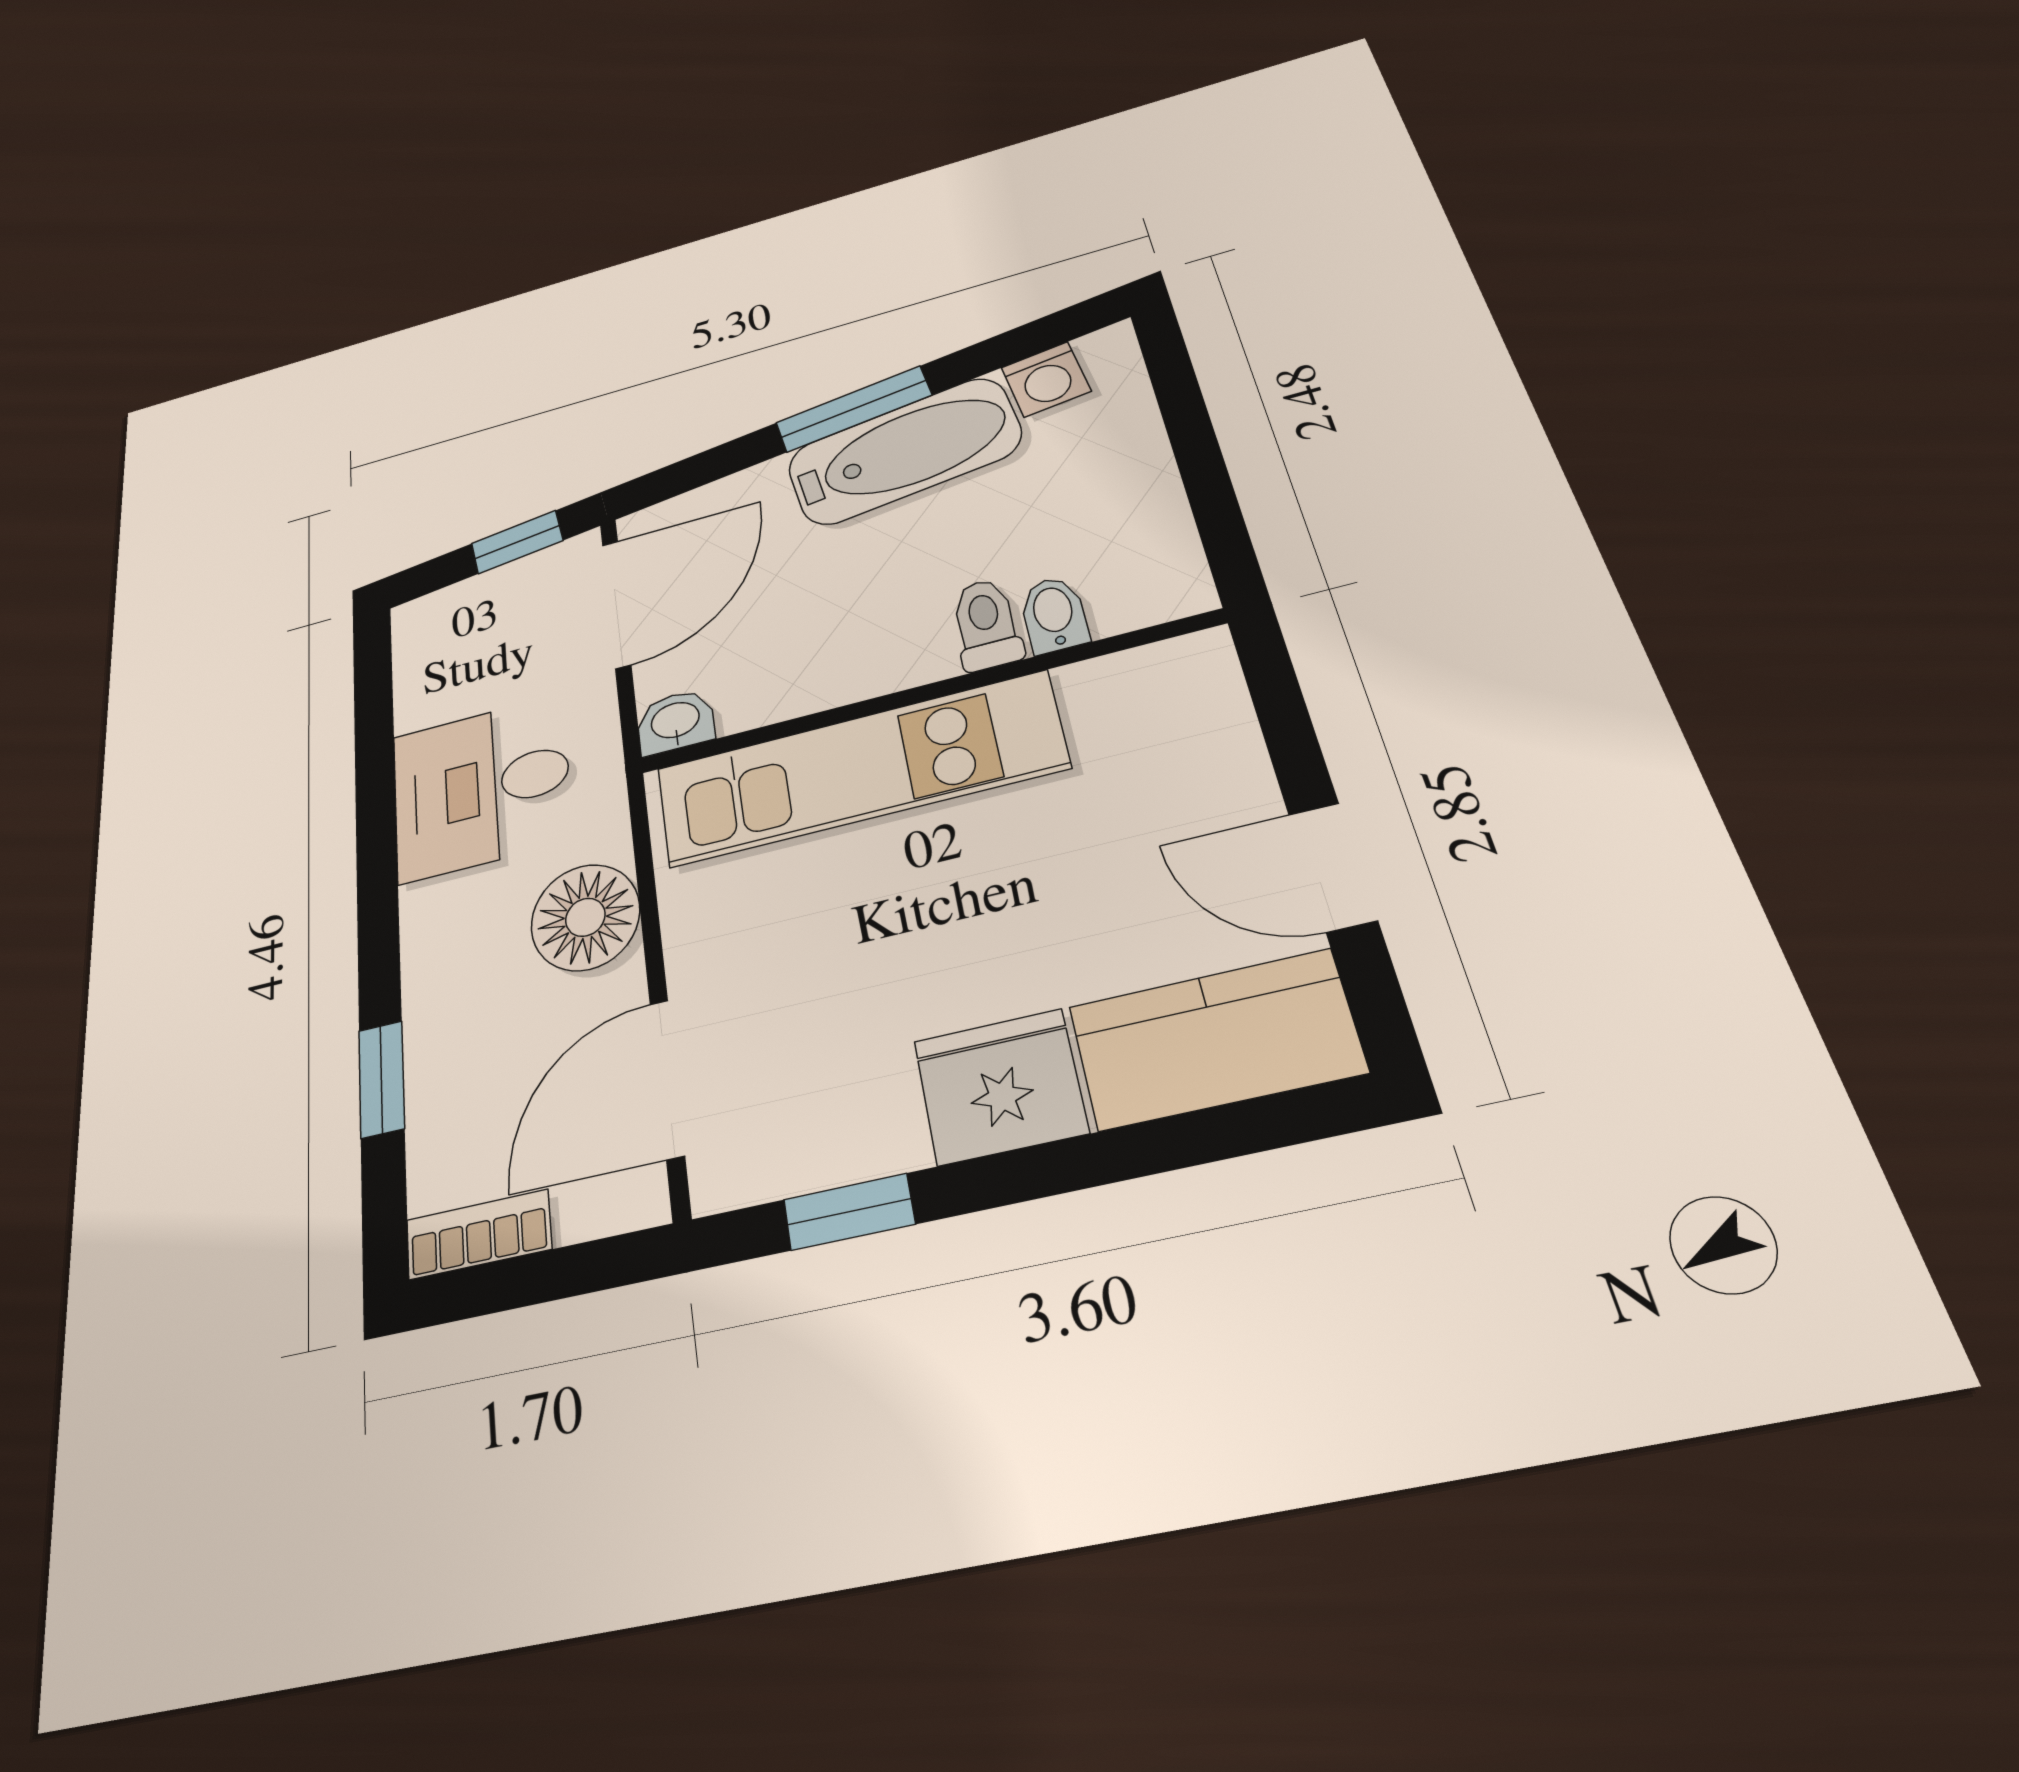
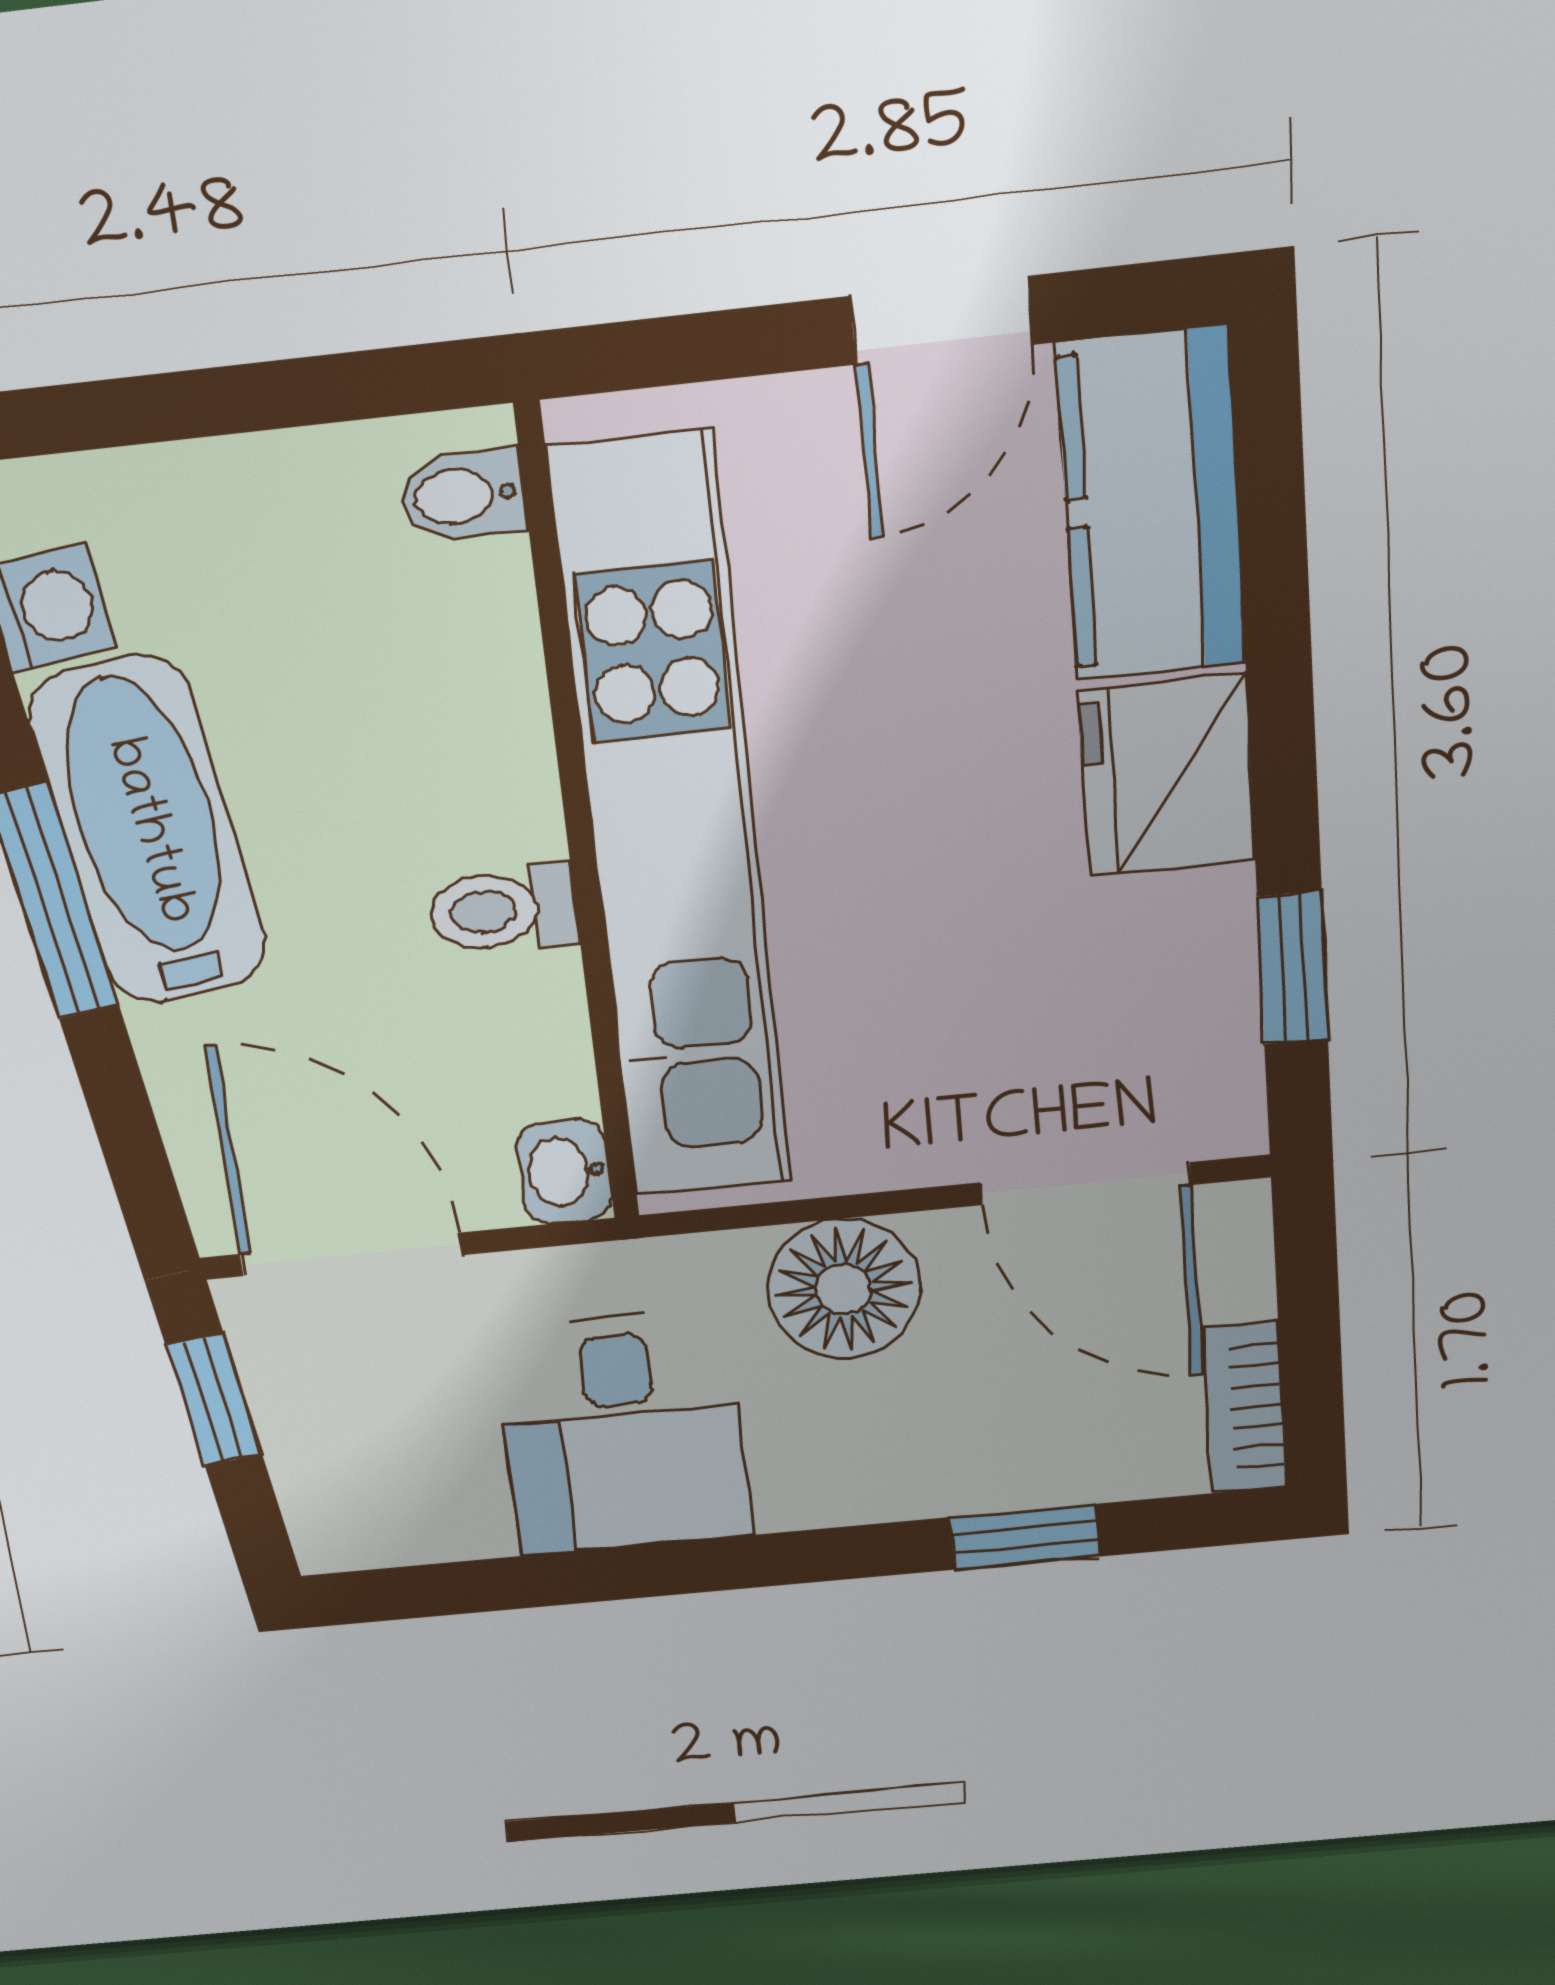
bidet: (1054, 614) -> (462, 496), moved
toilet: (986, 624) -> (503, 910), moved
kitchen unit: (858, 769) -> (673, 827), width x1.36

